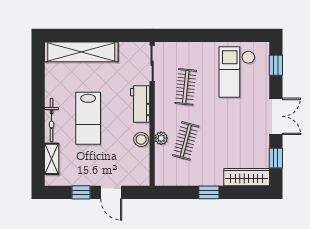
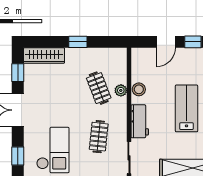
clothes rail: (186, 141) -> (99, 88), turned -36
door: (111, 192) -> (166, 42), swing flipped

